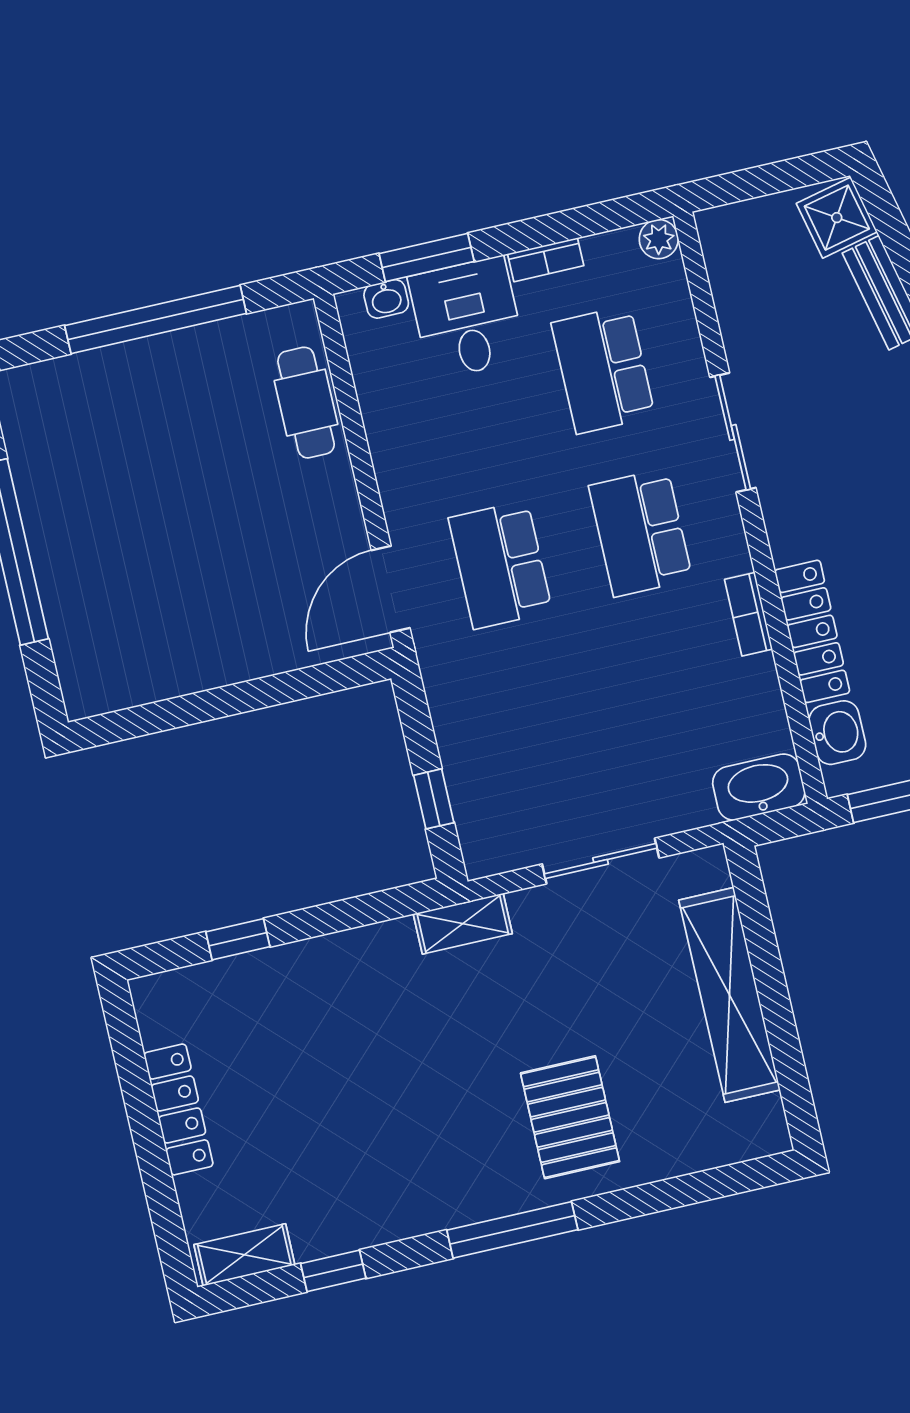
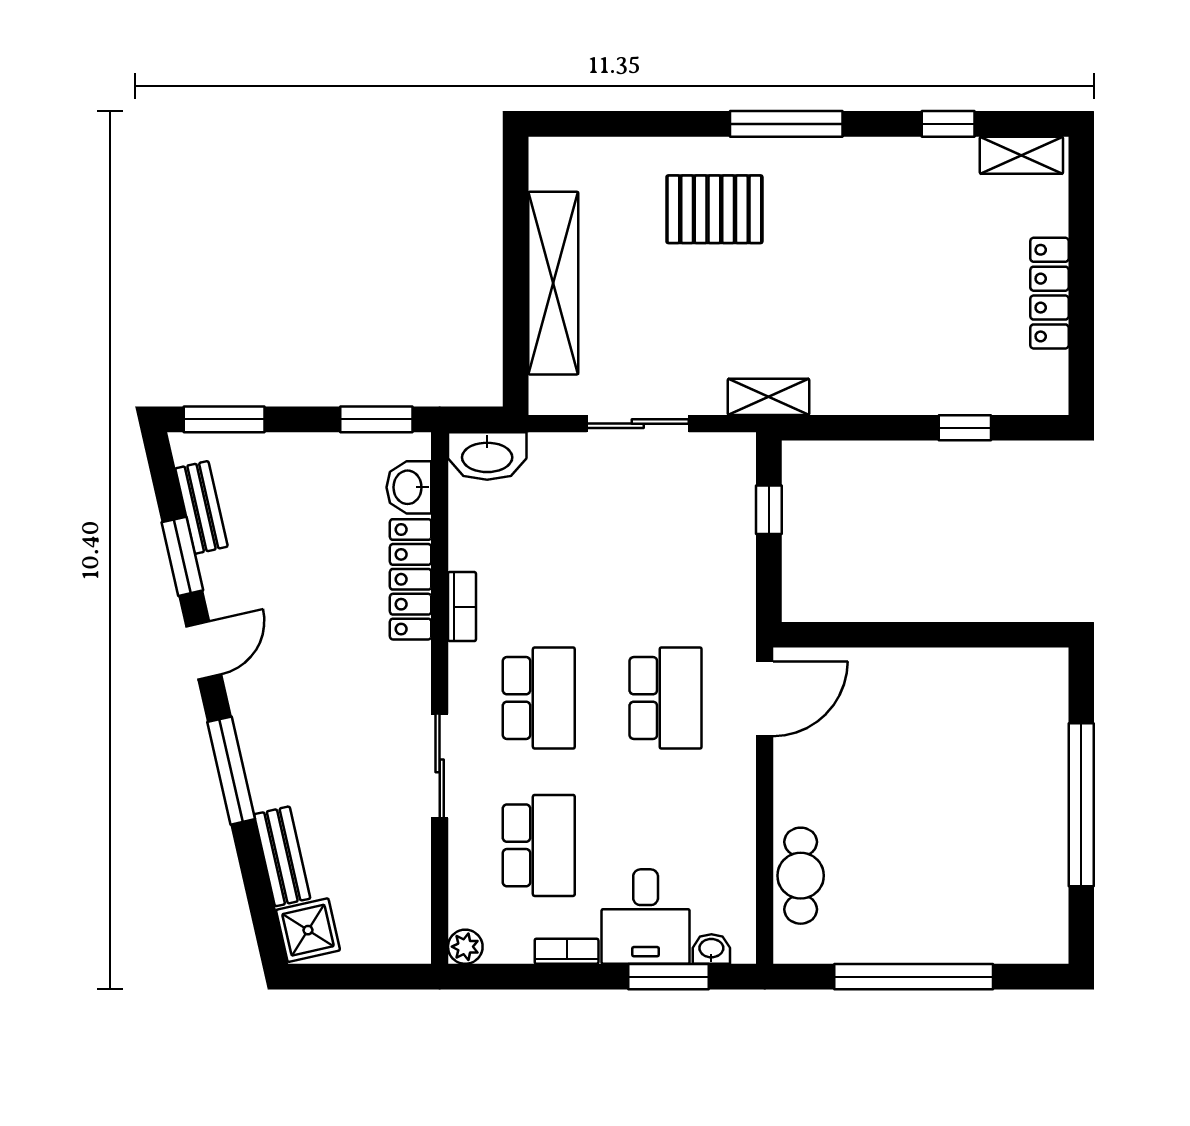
pallet: (570, 1117) -> (714, 209), turned 90

